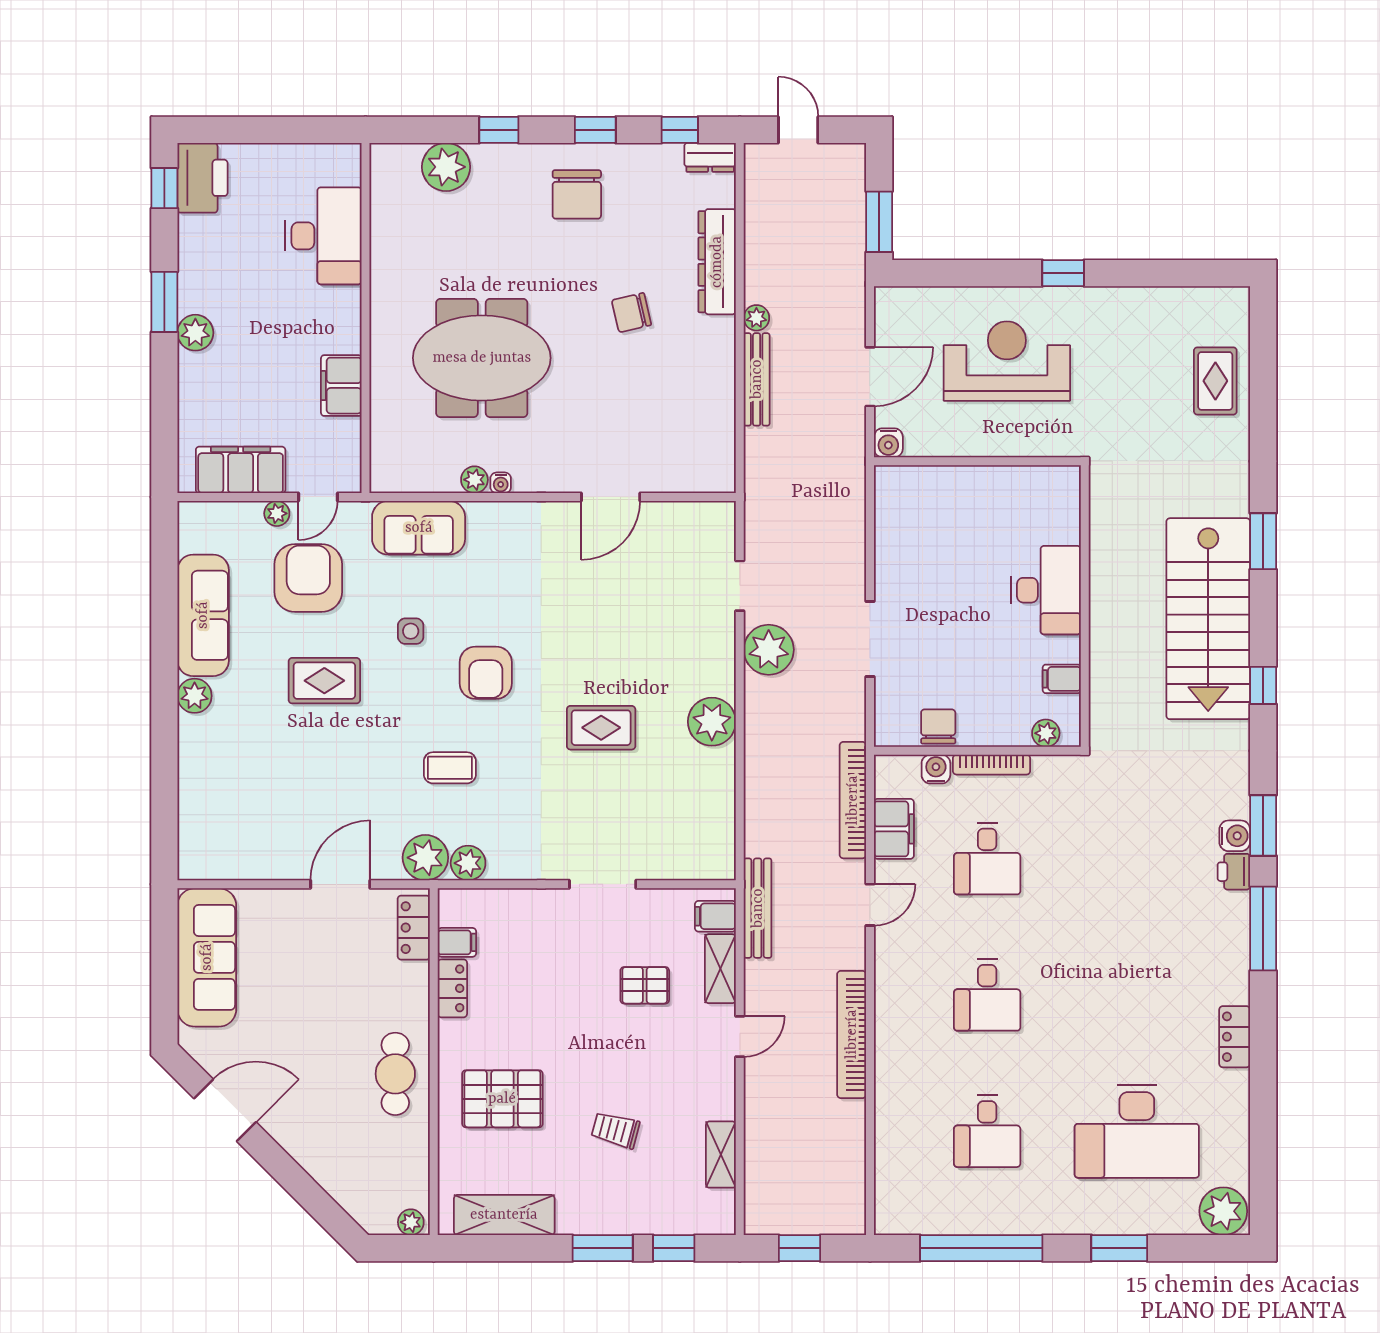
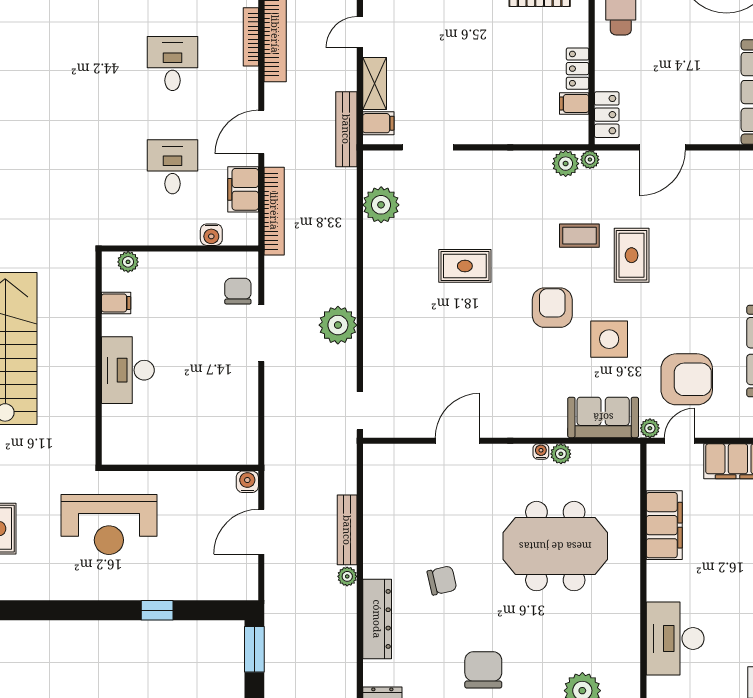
window: (1063, 273) -> (157, 610), moved
reception desk: (1007, 361) -> (109, 524), moved
filing cabinet: (341, 386) -> (664, 525), width x1.50, depth x1.17
plant: (277, 513) -> (650, 428), moved
armchair: (308, 578) -> (687, 379), turned -90
doorway: (740, 586) -> (360, 411), moved
side table: (411, 631) -> (609, 339), width x1.87, depth x1.87
rug: (324, 681) -> (632, 255), moved, turned 90
plant: (712, 722) -> (381, 205), moved
chair: (938, 727) -> (238, 291), moved, turned 180
bookcase: (992, 765) -> (251, 37), moved, turned -90
plant: (425, 858) -> (590, 160), width x0.53, depth x0.53
doorway: (603, 884) -> (428, 147), moved
door: (870, 905) -> (261, 132), width x1.38
pallet: (645, 985) -> (432, 71), removed

